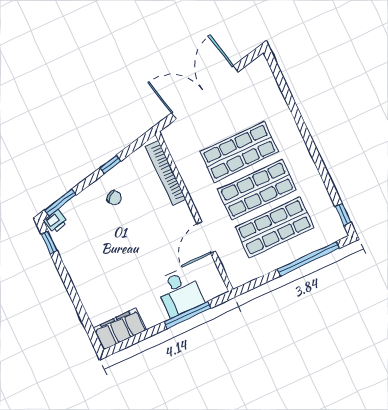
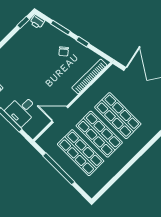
window: (60, 203) -> (61, 28), moved
window: (343, 214) -> (103, 191), removed
window: (308, 259) -> (59, 169), moved

